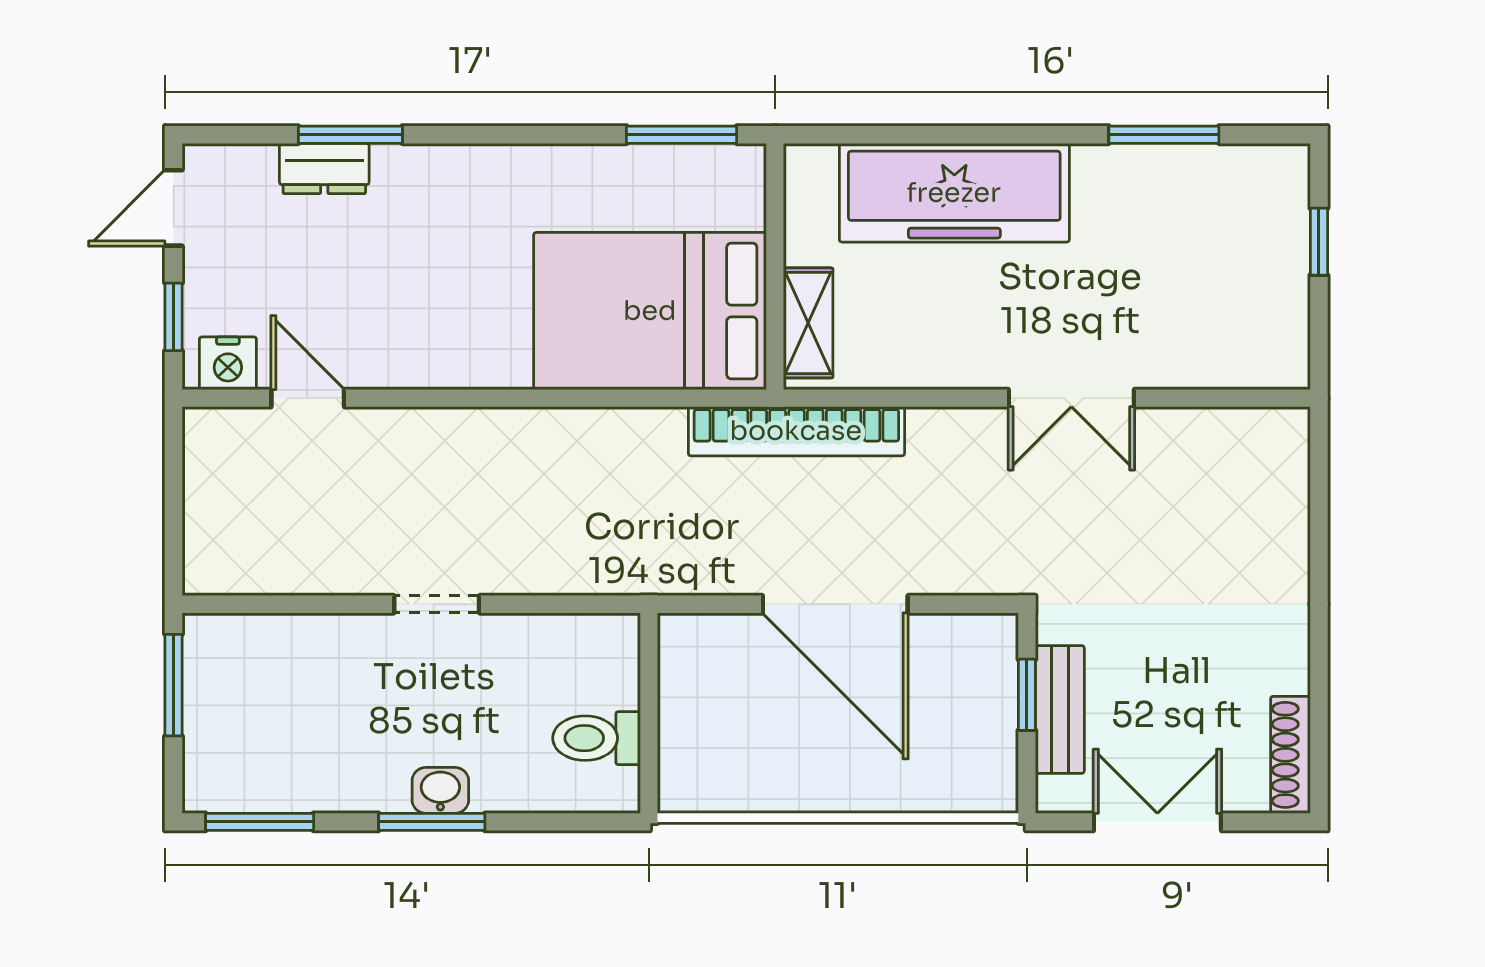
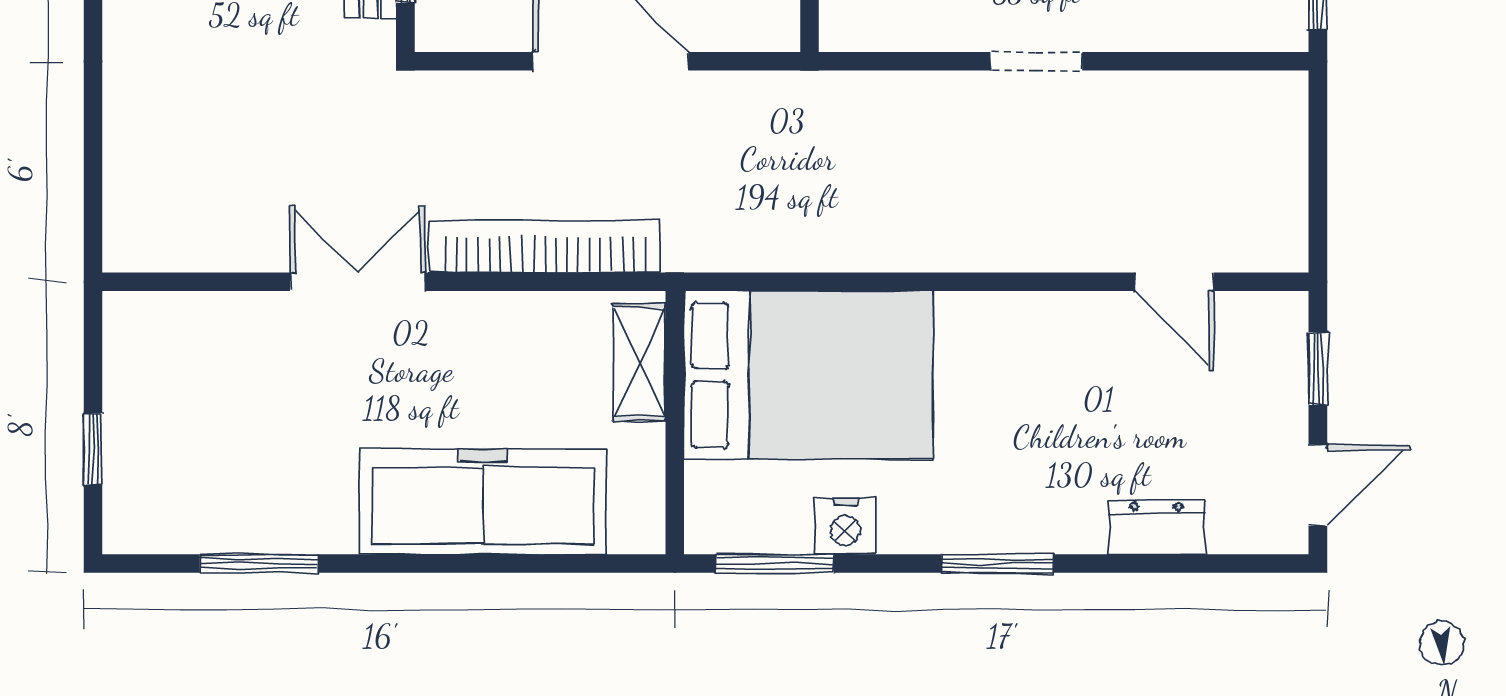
window: (350, 135) -> (997, 564), moved
nightstand: (228, 363) -> (845, 526), moved, turned 180
bookcase: (796, 431) -> (545, 246), moved

